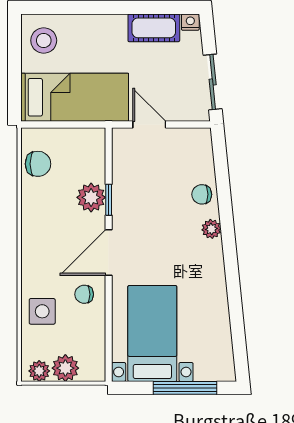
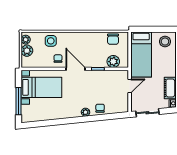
plant: (91, 197) -> (113, 62), moved

